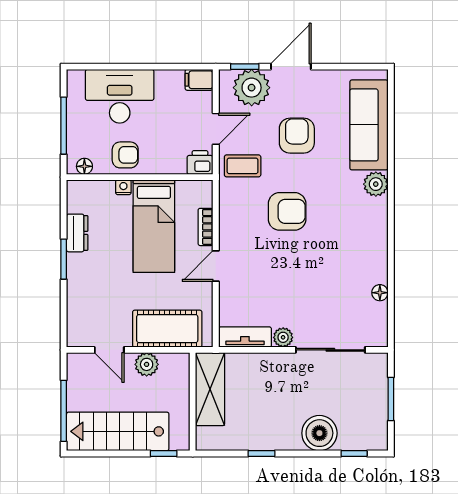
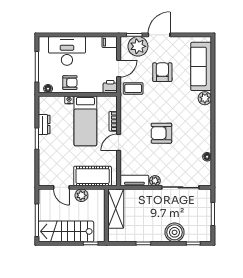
armchair: (287, 211) -> (161, 133), moved, turned 180

